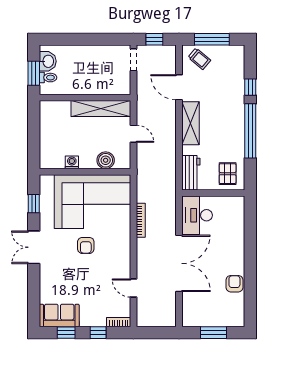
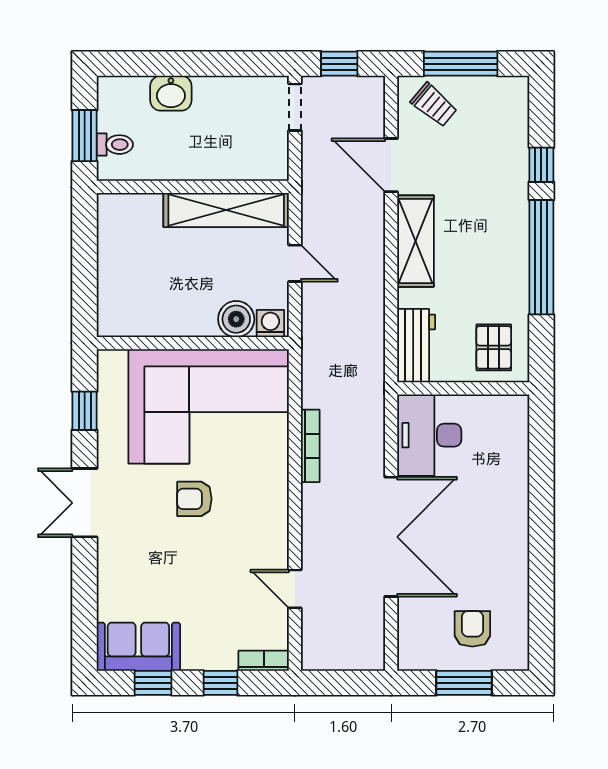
washbasin: (48, 61) -> (171, 93), moved, turned 90
washing machine: (72, 162) -> (270, 324), moved
armchair: (86, 245) -> (194, 499), turned 90
armchair: (234, 284) -> (472, 629), moved

